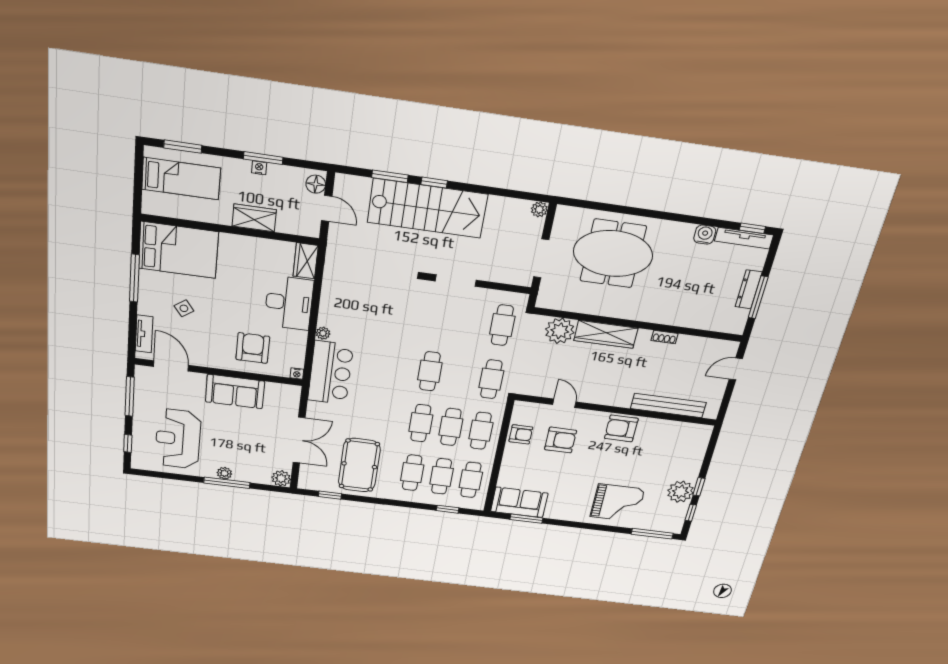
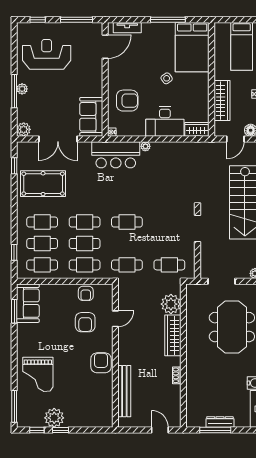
wardrobe: (254, 218) -> (222, 101), width x1.50
side table: (184, 308) -> (167, 78), moved
sofa: (235, 392) -> (91, 117), moved

